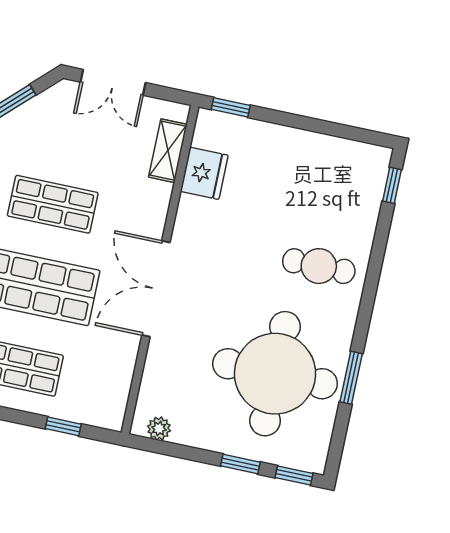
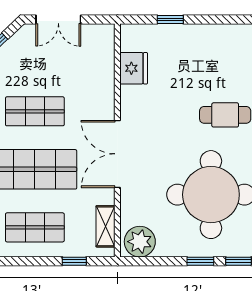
window: (231, 107) -> (170, 19), moved
shelving: (168, 151) -> (106, 226), moved
plant: (159, 429) -> (140, 242), width x1.88, depth x1.88

